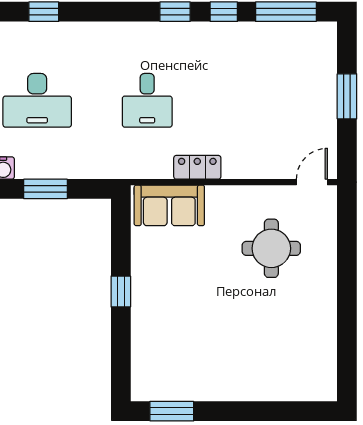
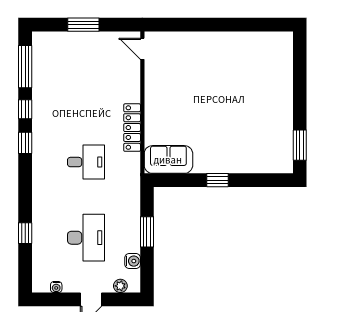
locker: (197, 167) -> (132, 128), width x1.53
sofa: (169, 205) -> (168, 159), moved, turned -90
round table: (271, 248) -> (188, 77), removed

